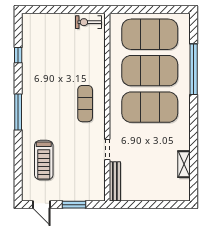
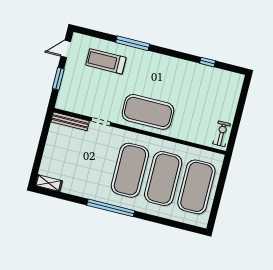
window: (194, 69) -> (111, 208), moved
exercise mat: (85, 104) -> (148, 112), width x2.00, depth x1.45
window: (18, 112) -> (133, 43), moved
shelving: (184, 164) -> (49, 183), moved

